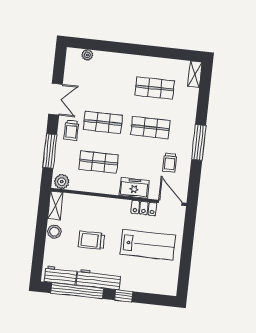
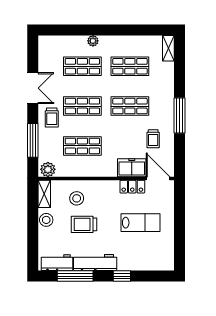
plant: (87, 55) -> (93, 41), moved
shop shelf: (107, 83) -> (82, 66), added
freezer: (134, 188) -> (132, 168), moved
stool: (87, 214) -> (77, 198), added
lab bench: (148, 245) -> (140, 223), width x0.73, depth x0.72
window: (77, 291) -> (75, 276), width x0.68

